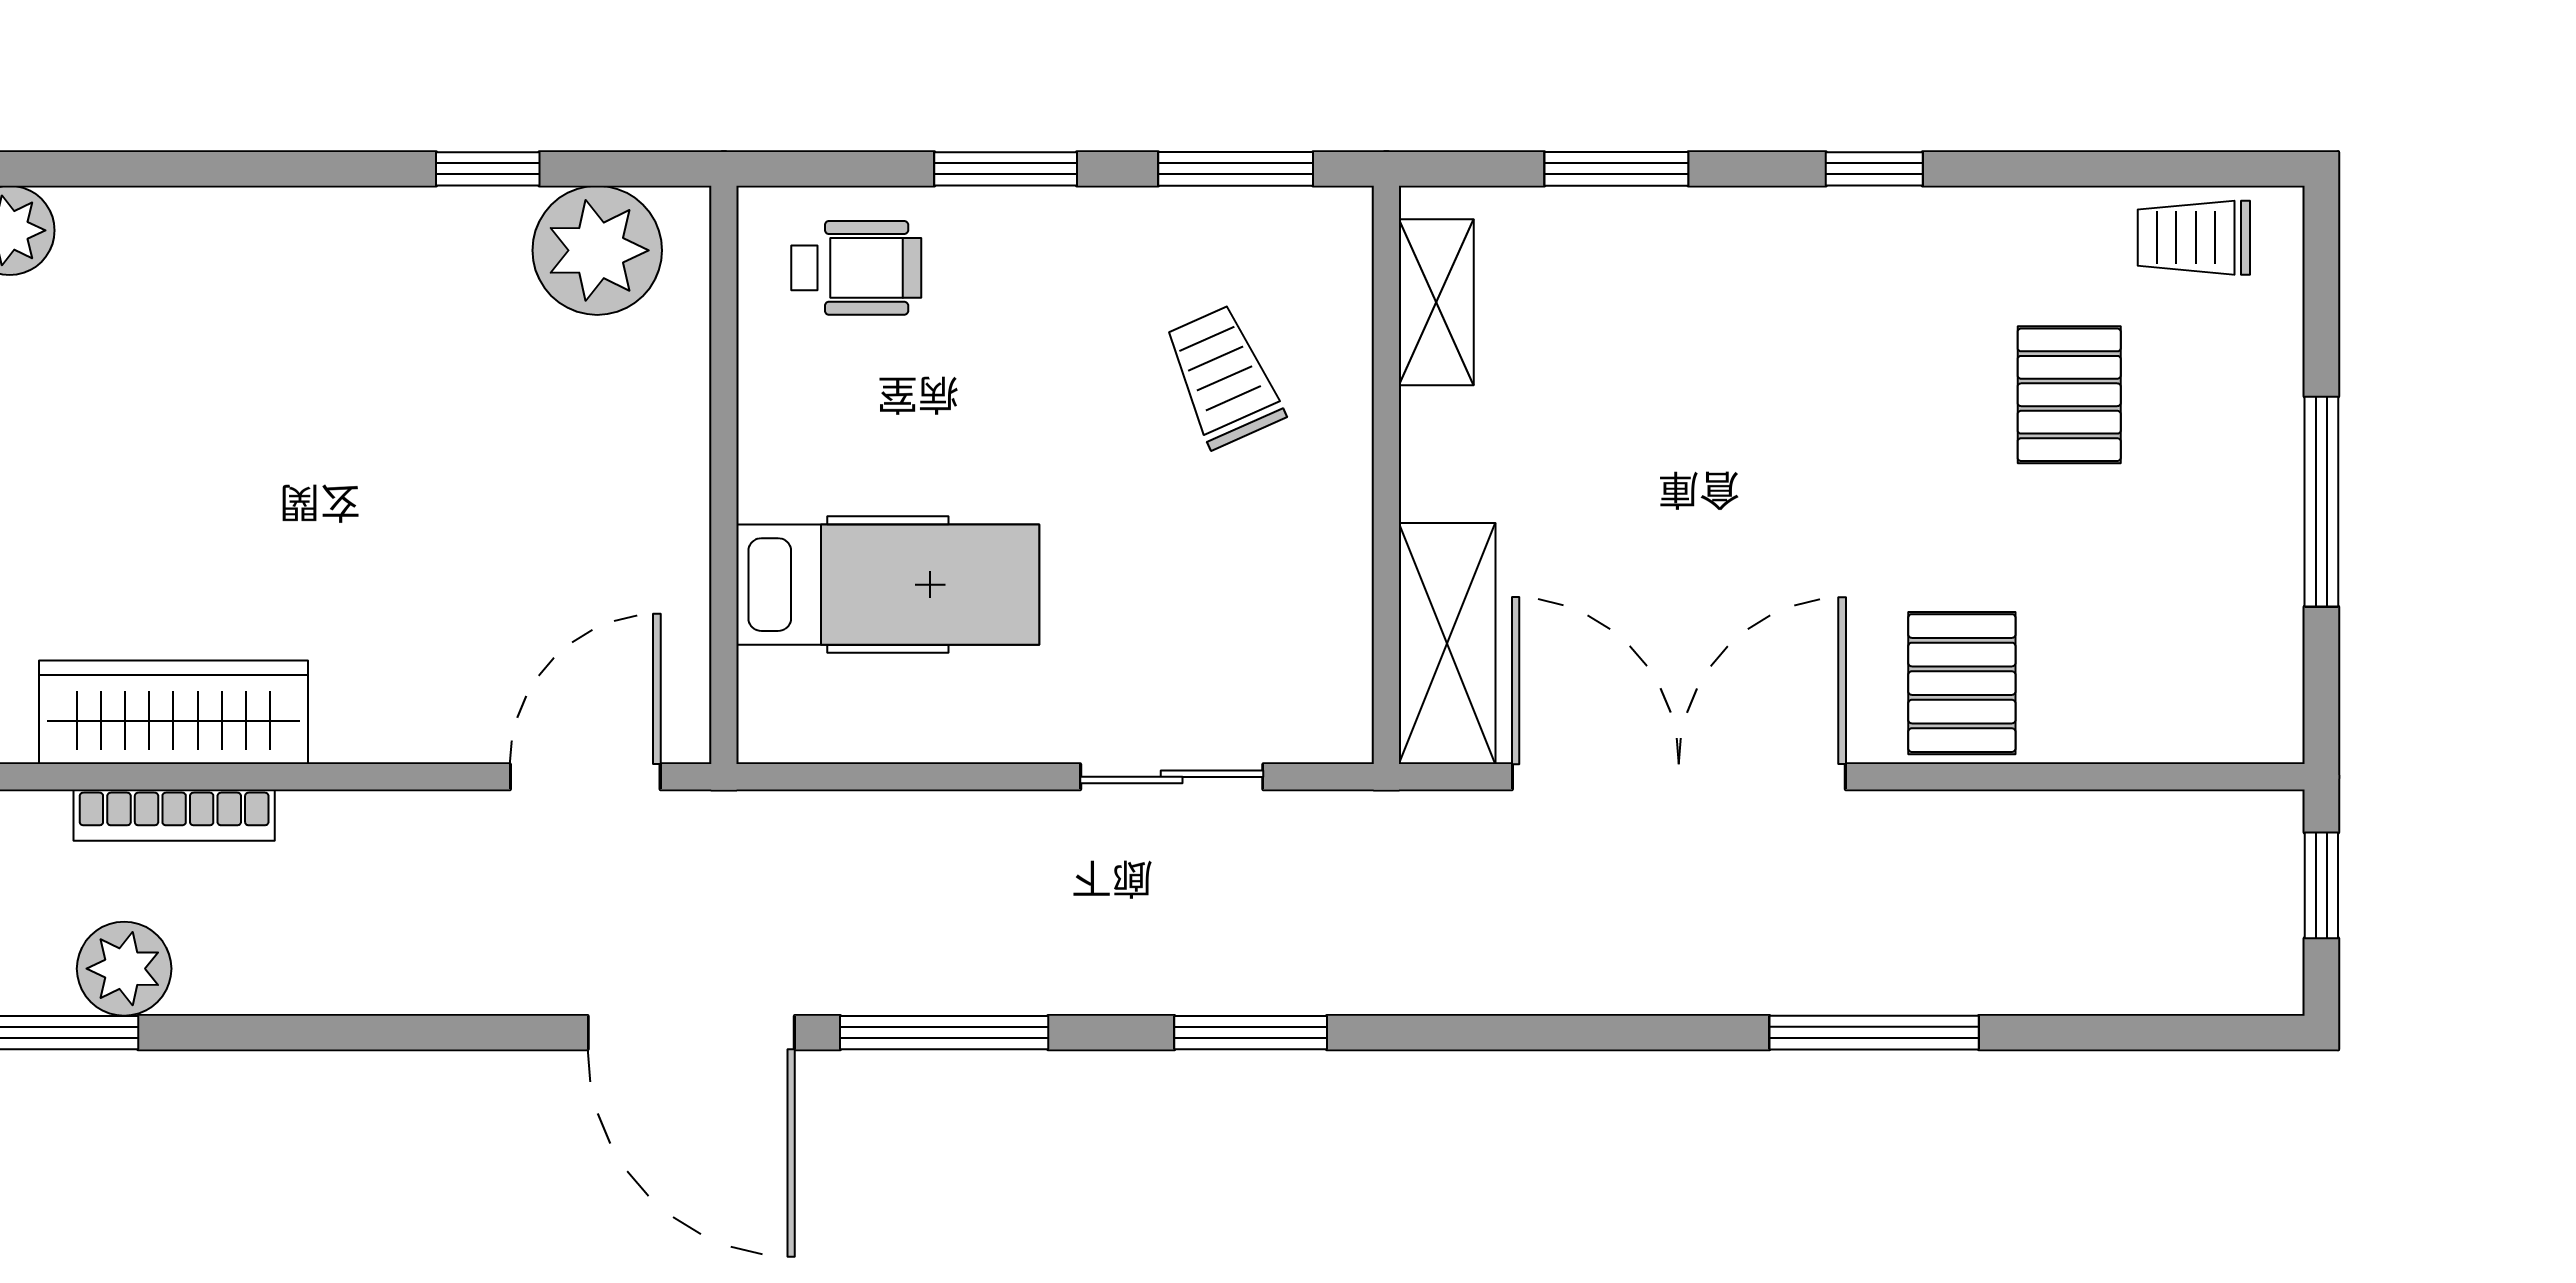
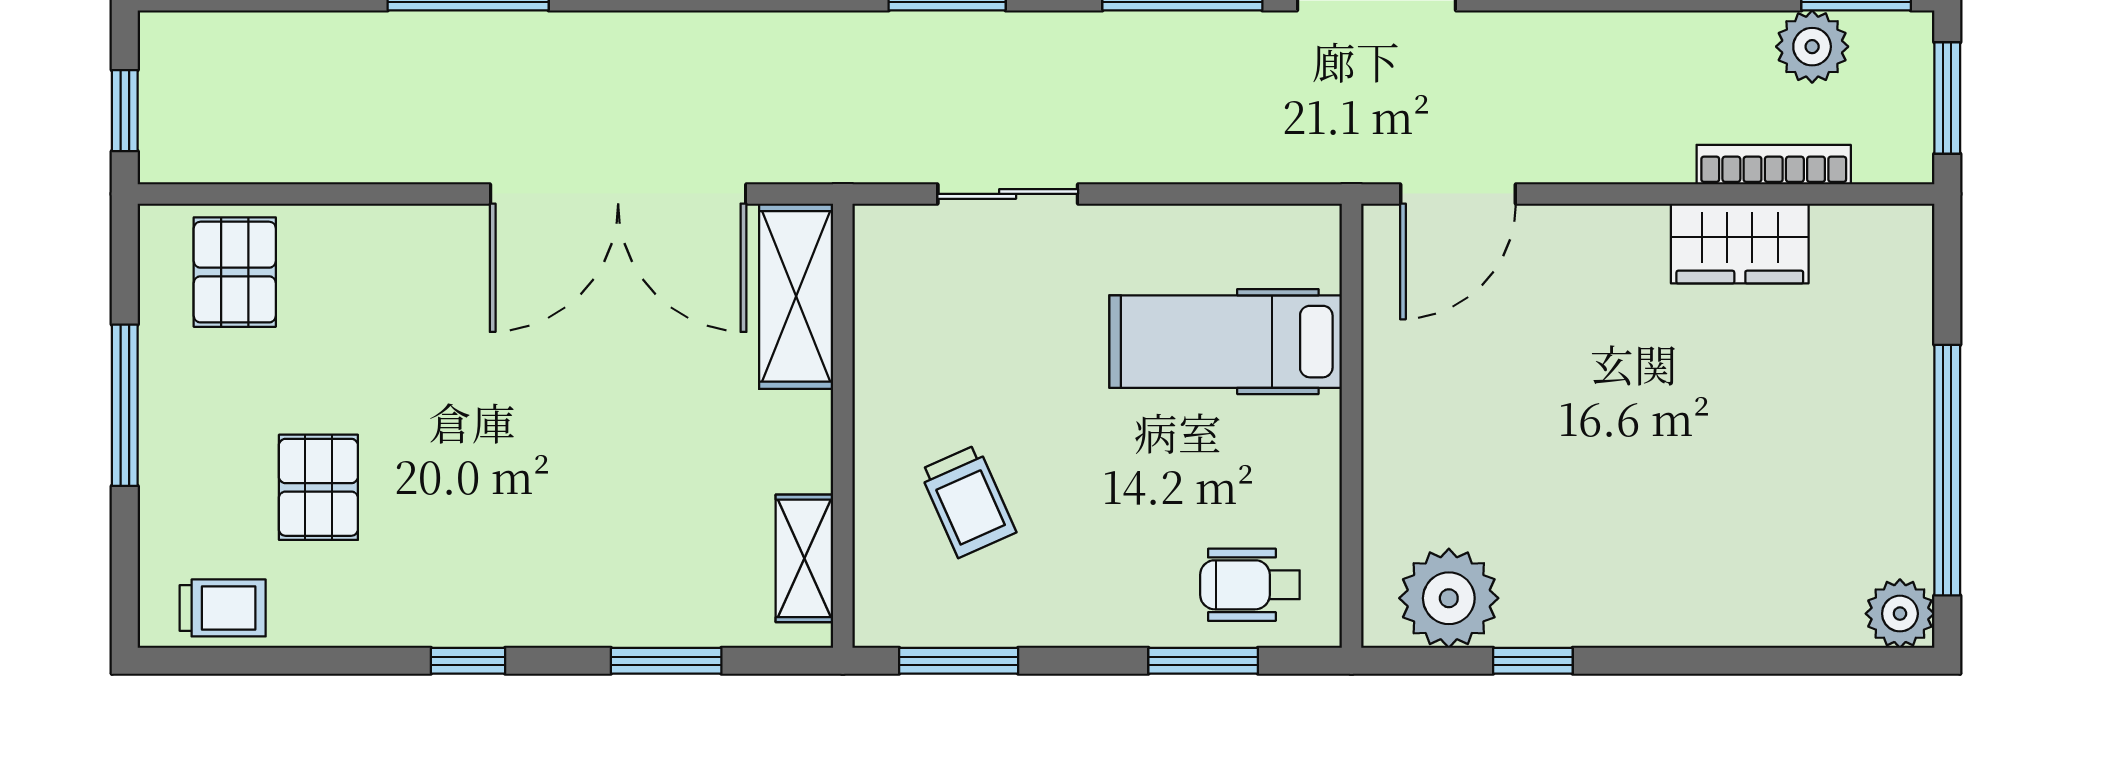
window: (1006, 169) -> (1203, 661), moved
pallet: (1962, 683) -> (235, 272), moved
wardrobe: (173, 712) -> (1740, 244), width x0.67

